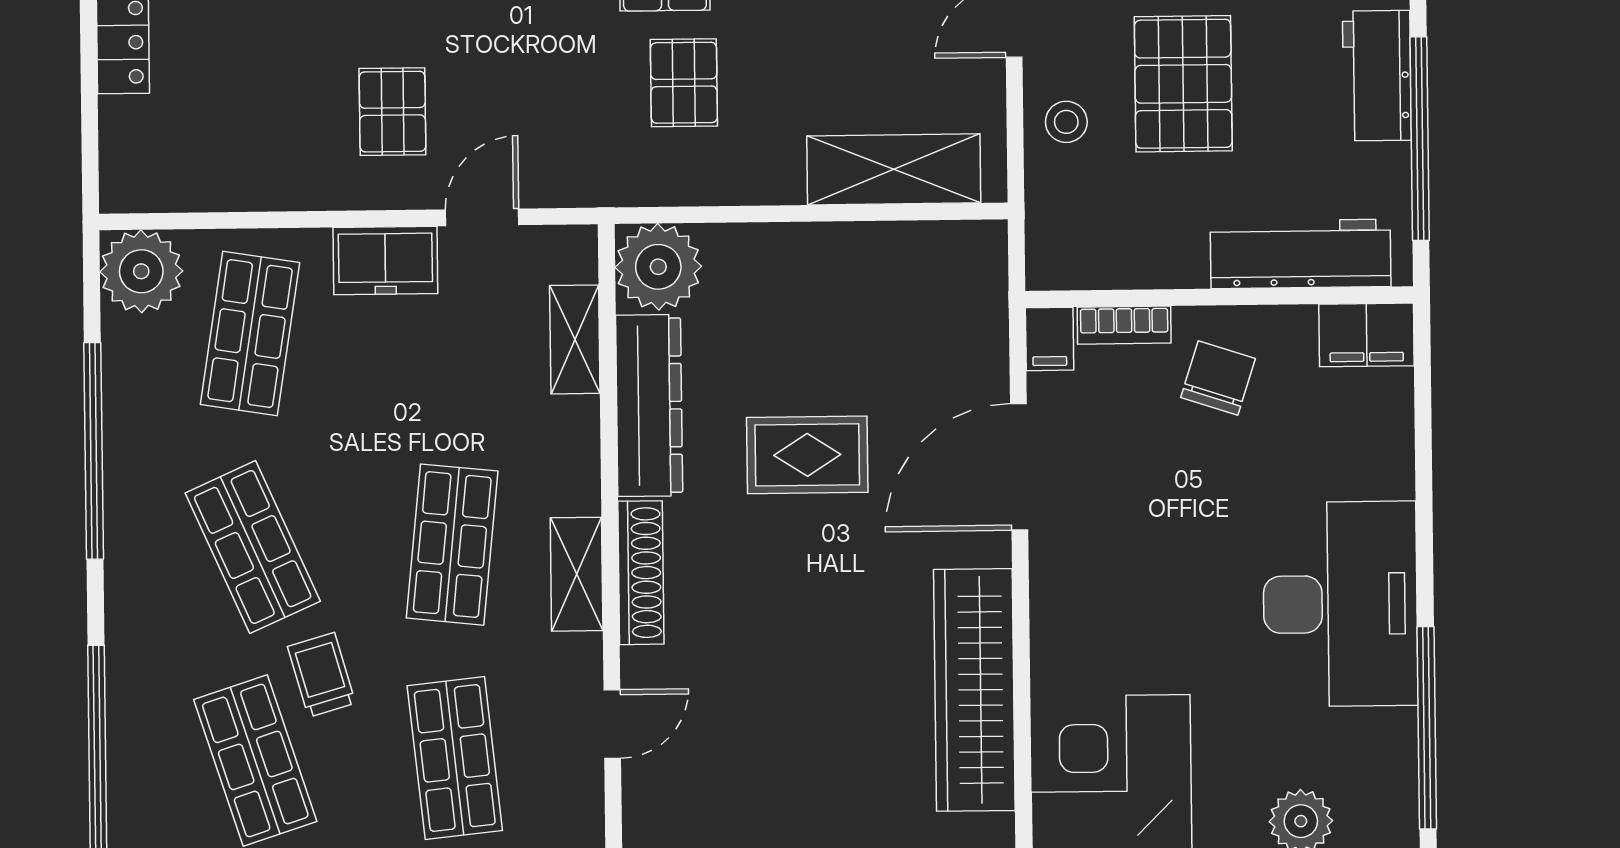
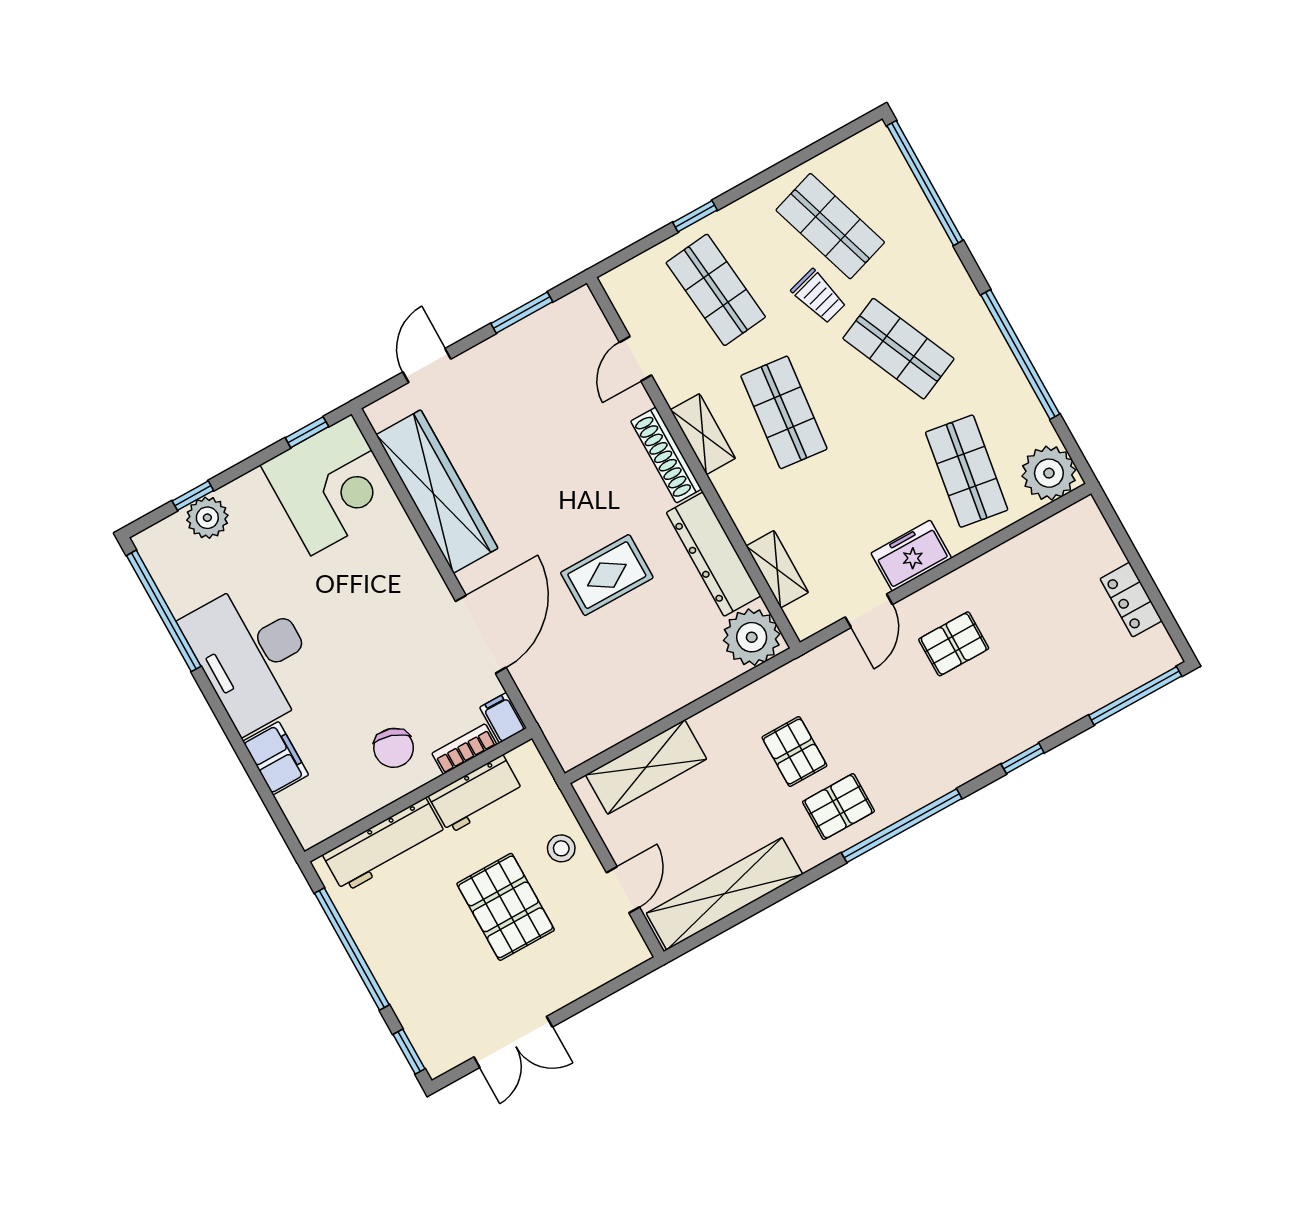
workbench: (1377, 76) -> (476, 794), moved, turned 90
pallet: (392, 112) -> (954, 644), turned 90
filing cabinet: (1366, 335) -> (276, 758), moved, turned 90

